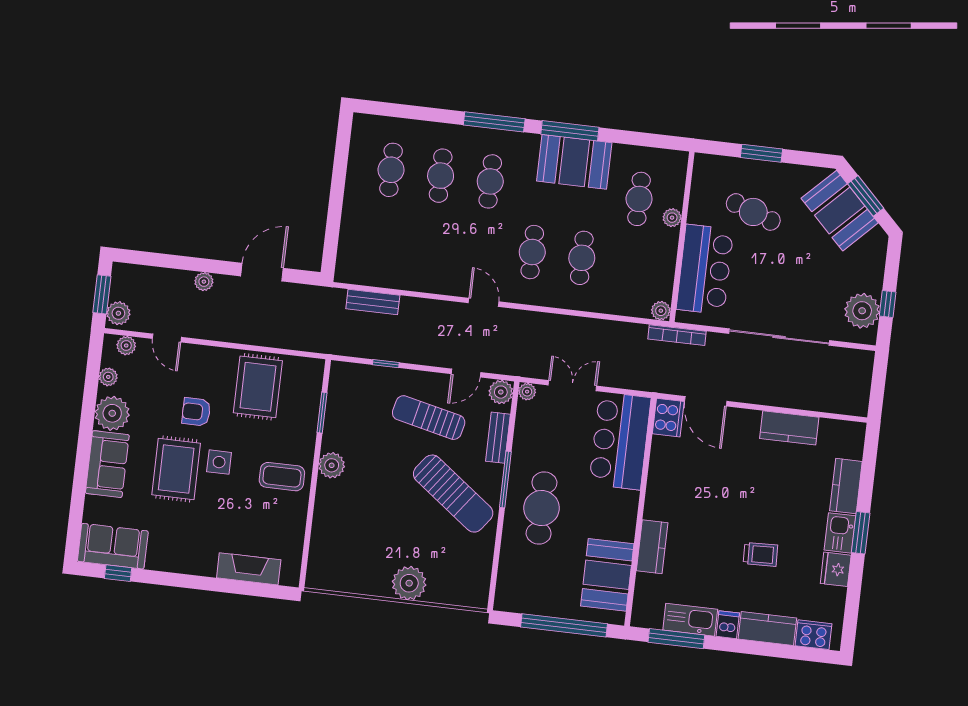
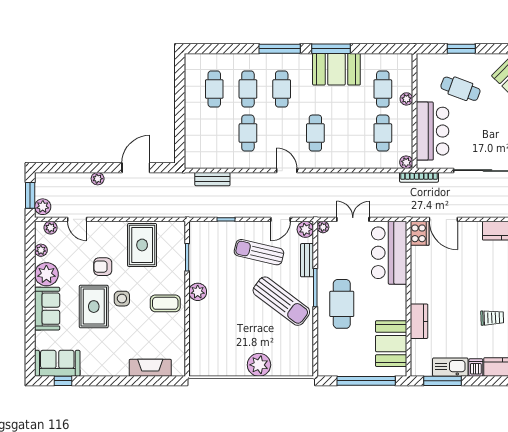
cafe table: (433, 240) -> (248, 133), added
cafe table: (582, 258) -> (383, 133), moved

